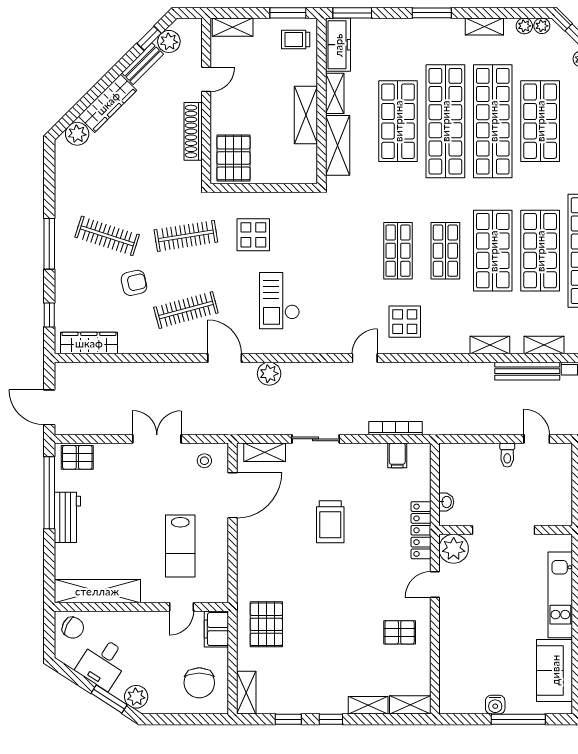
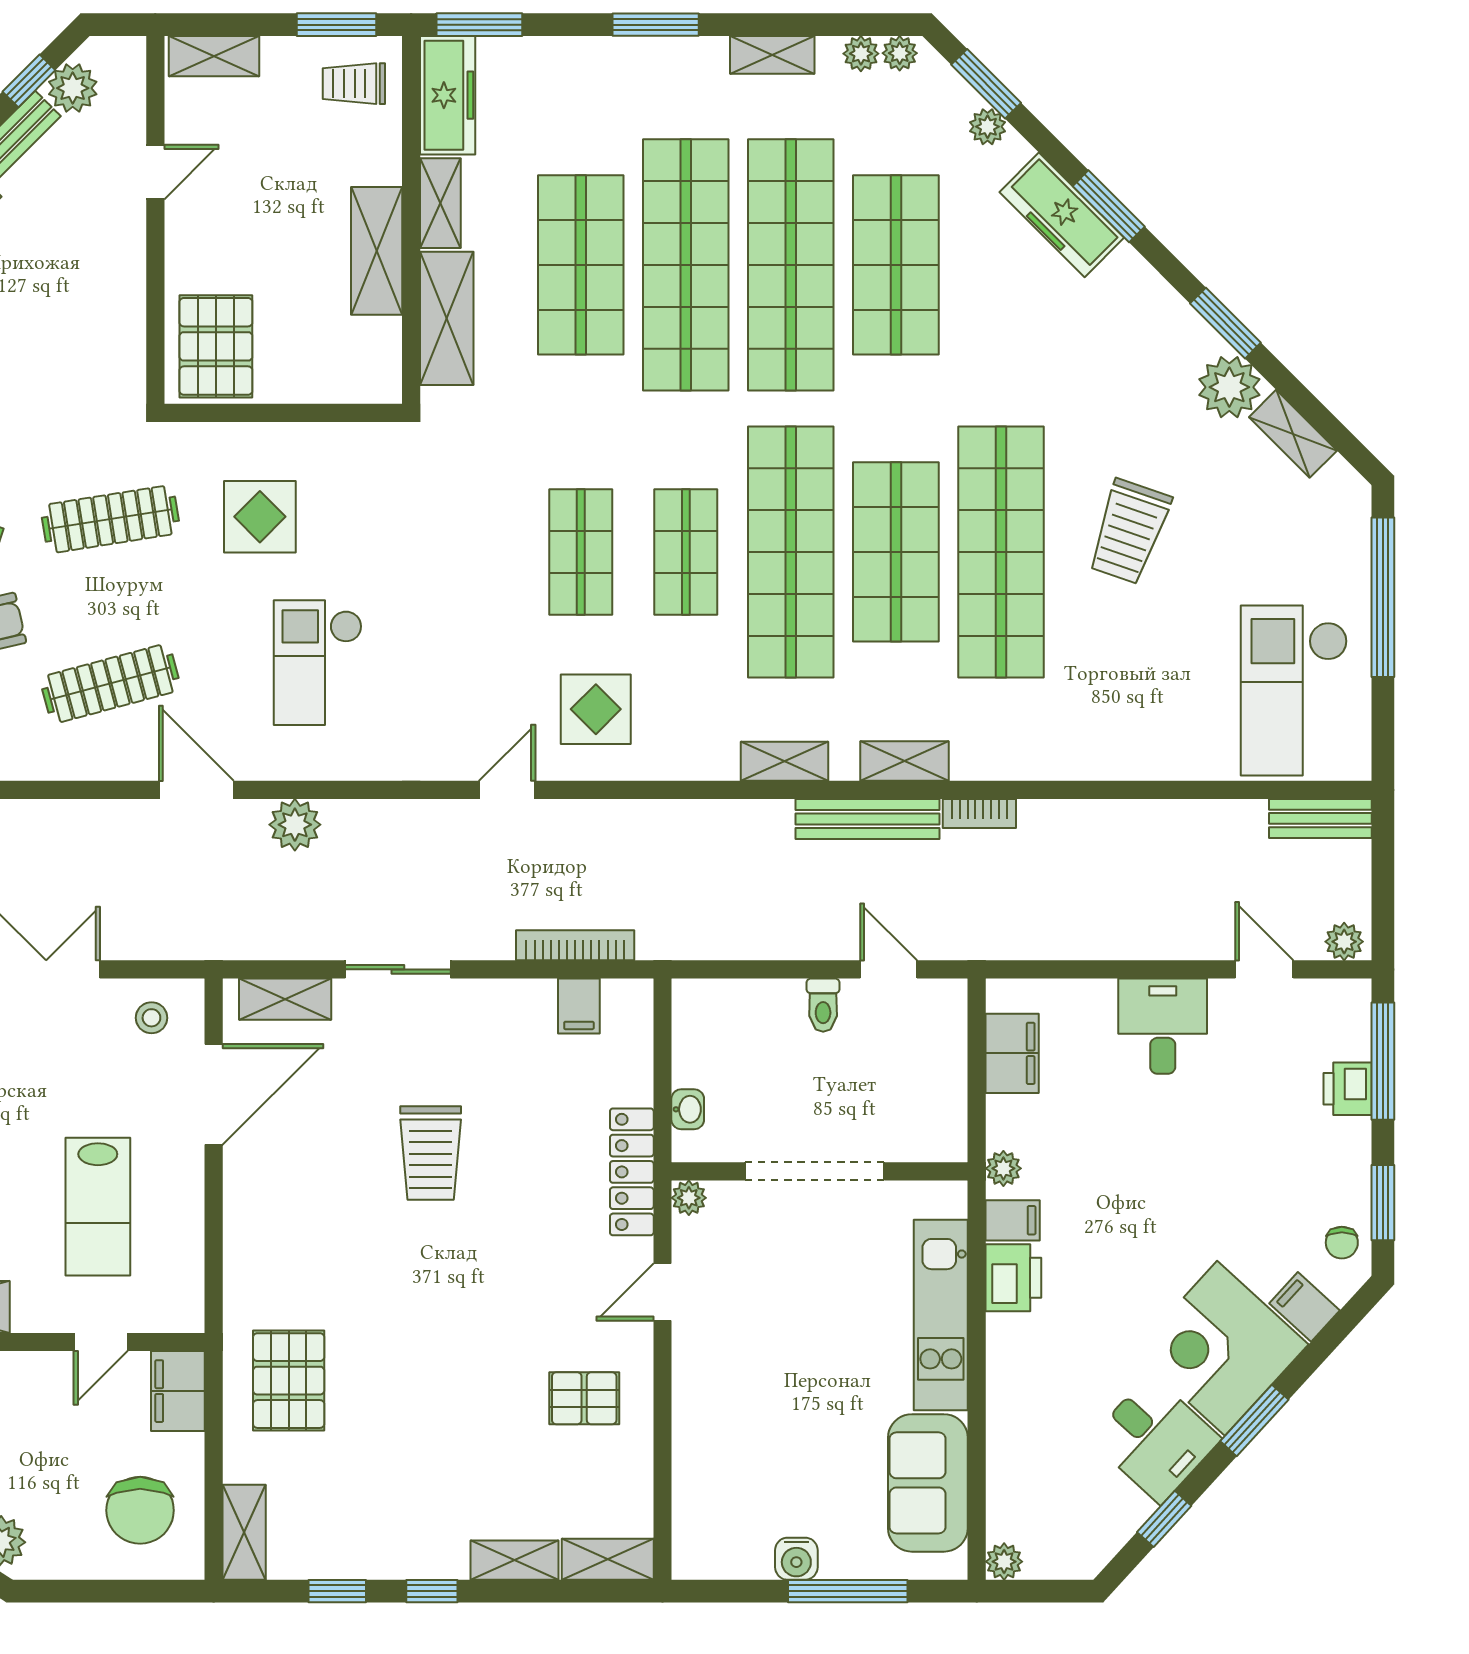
shoe rack: (193, 131) -> (126, 287), removed
shop shelf: (493, 251) -> (791, 552), width x1.40
plant: (454, 549) -> (689, 1198), width x0.53, depth x0.53

